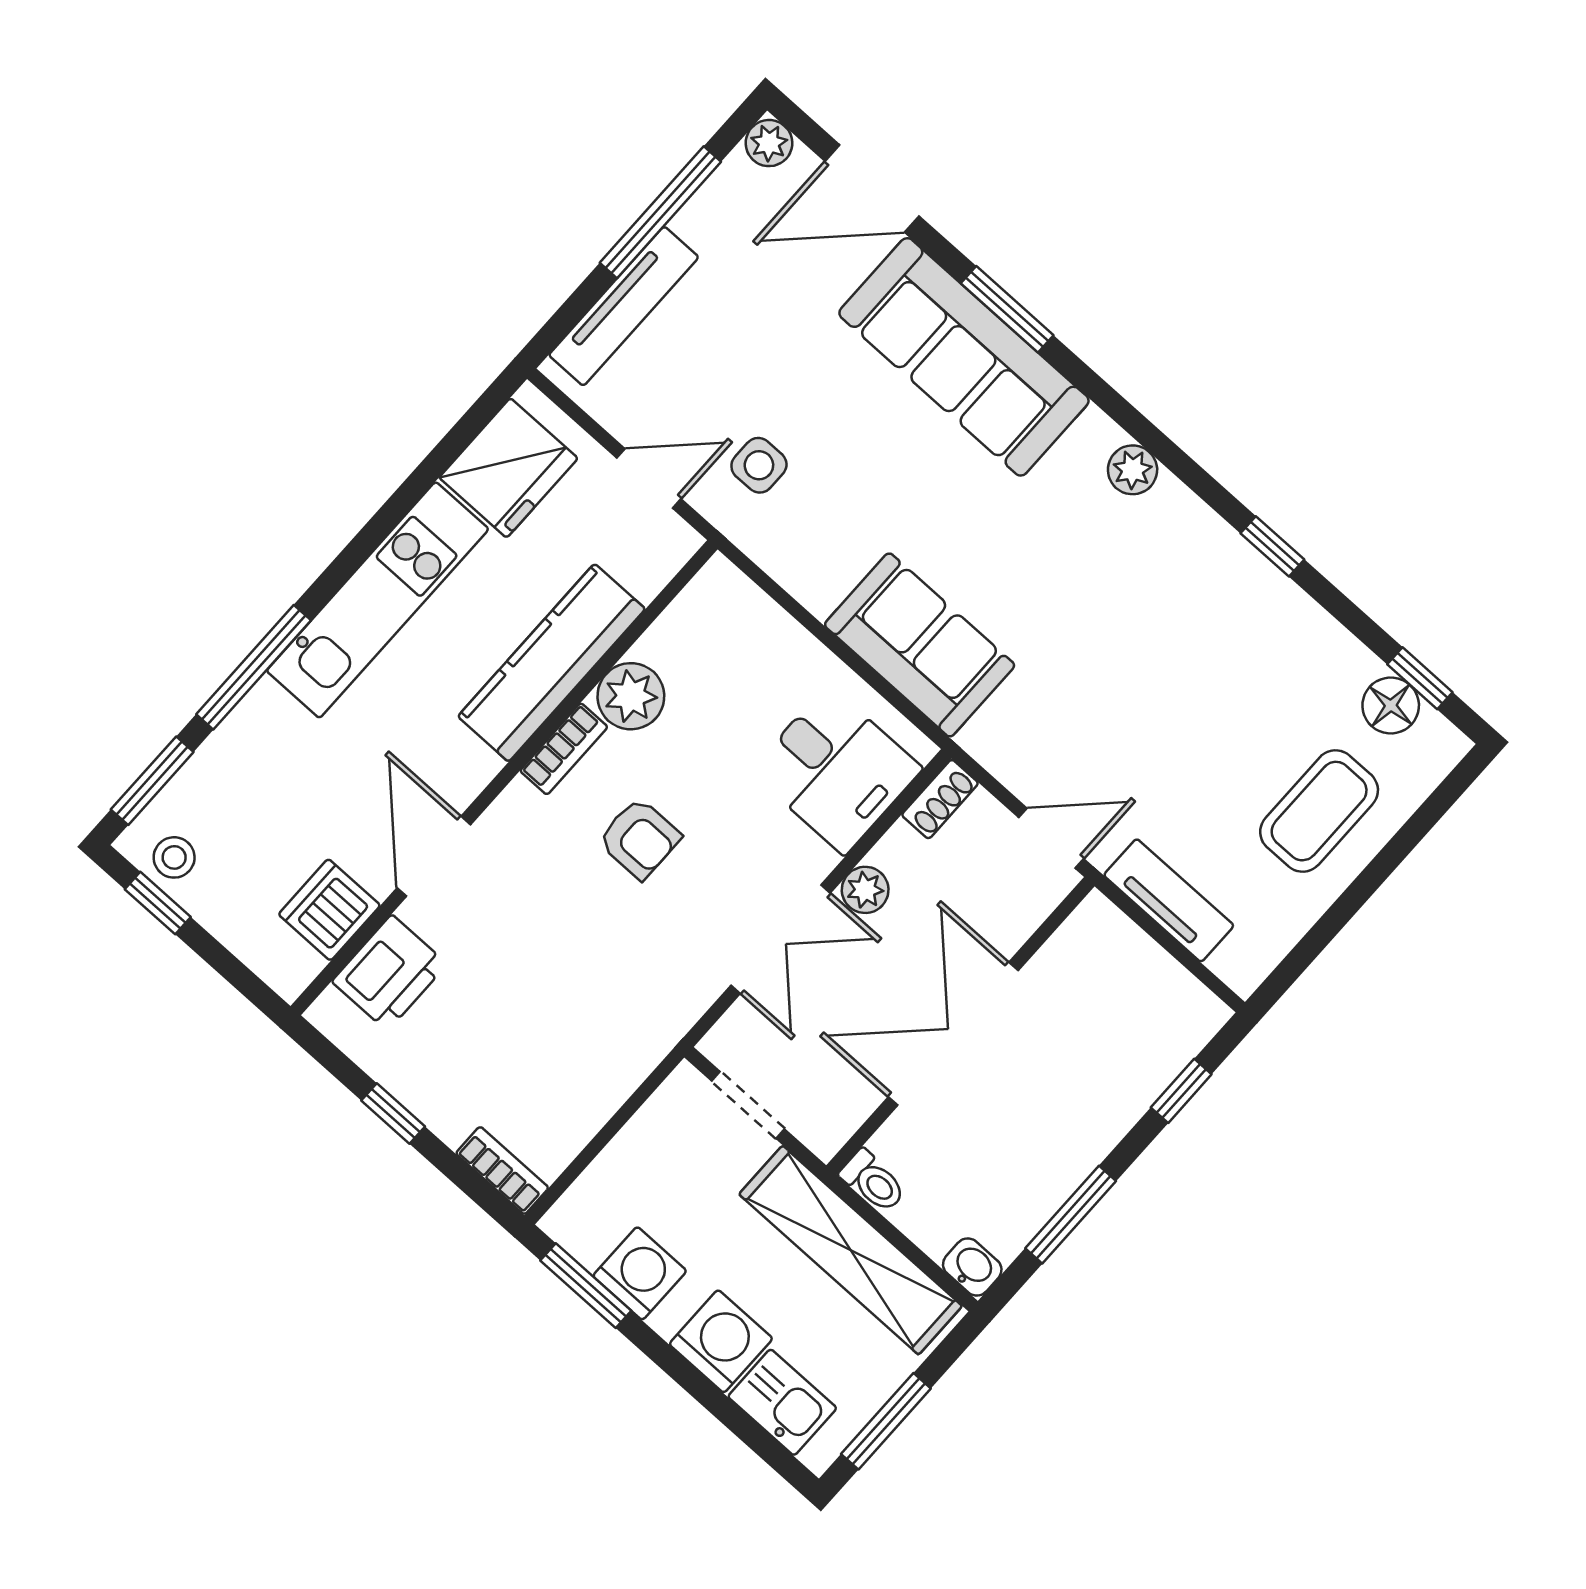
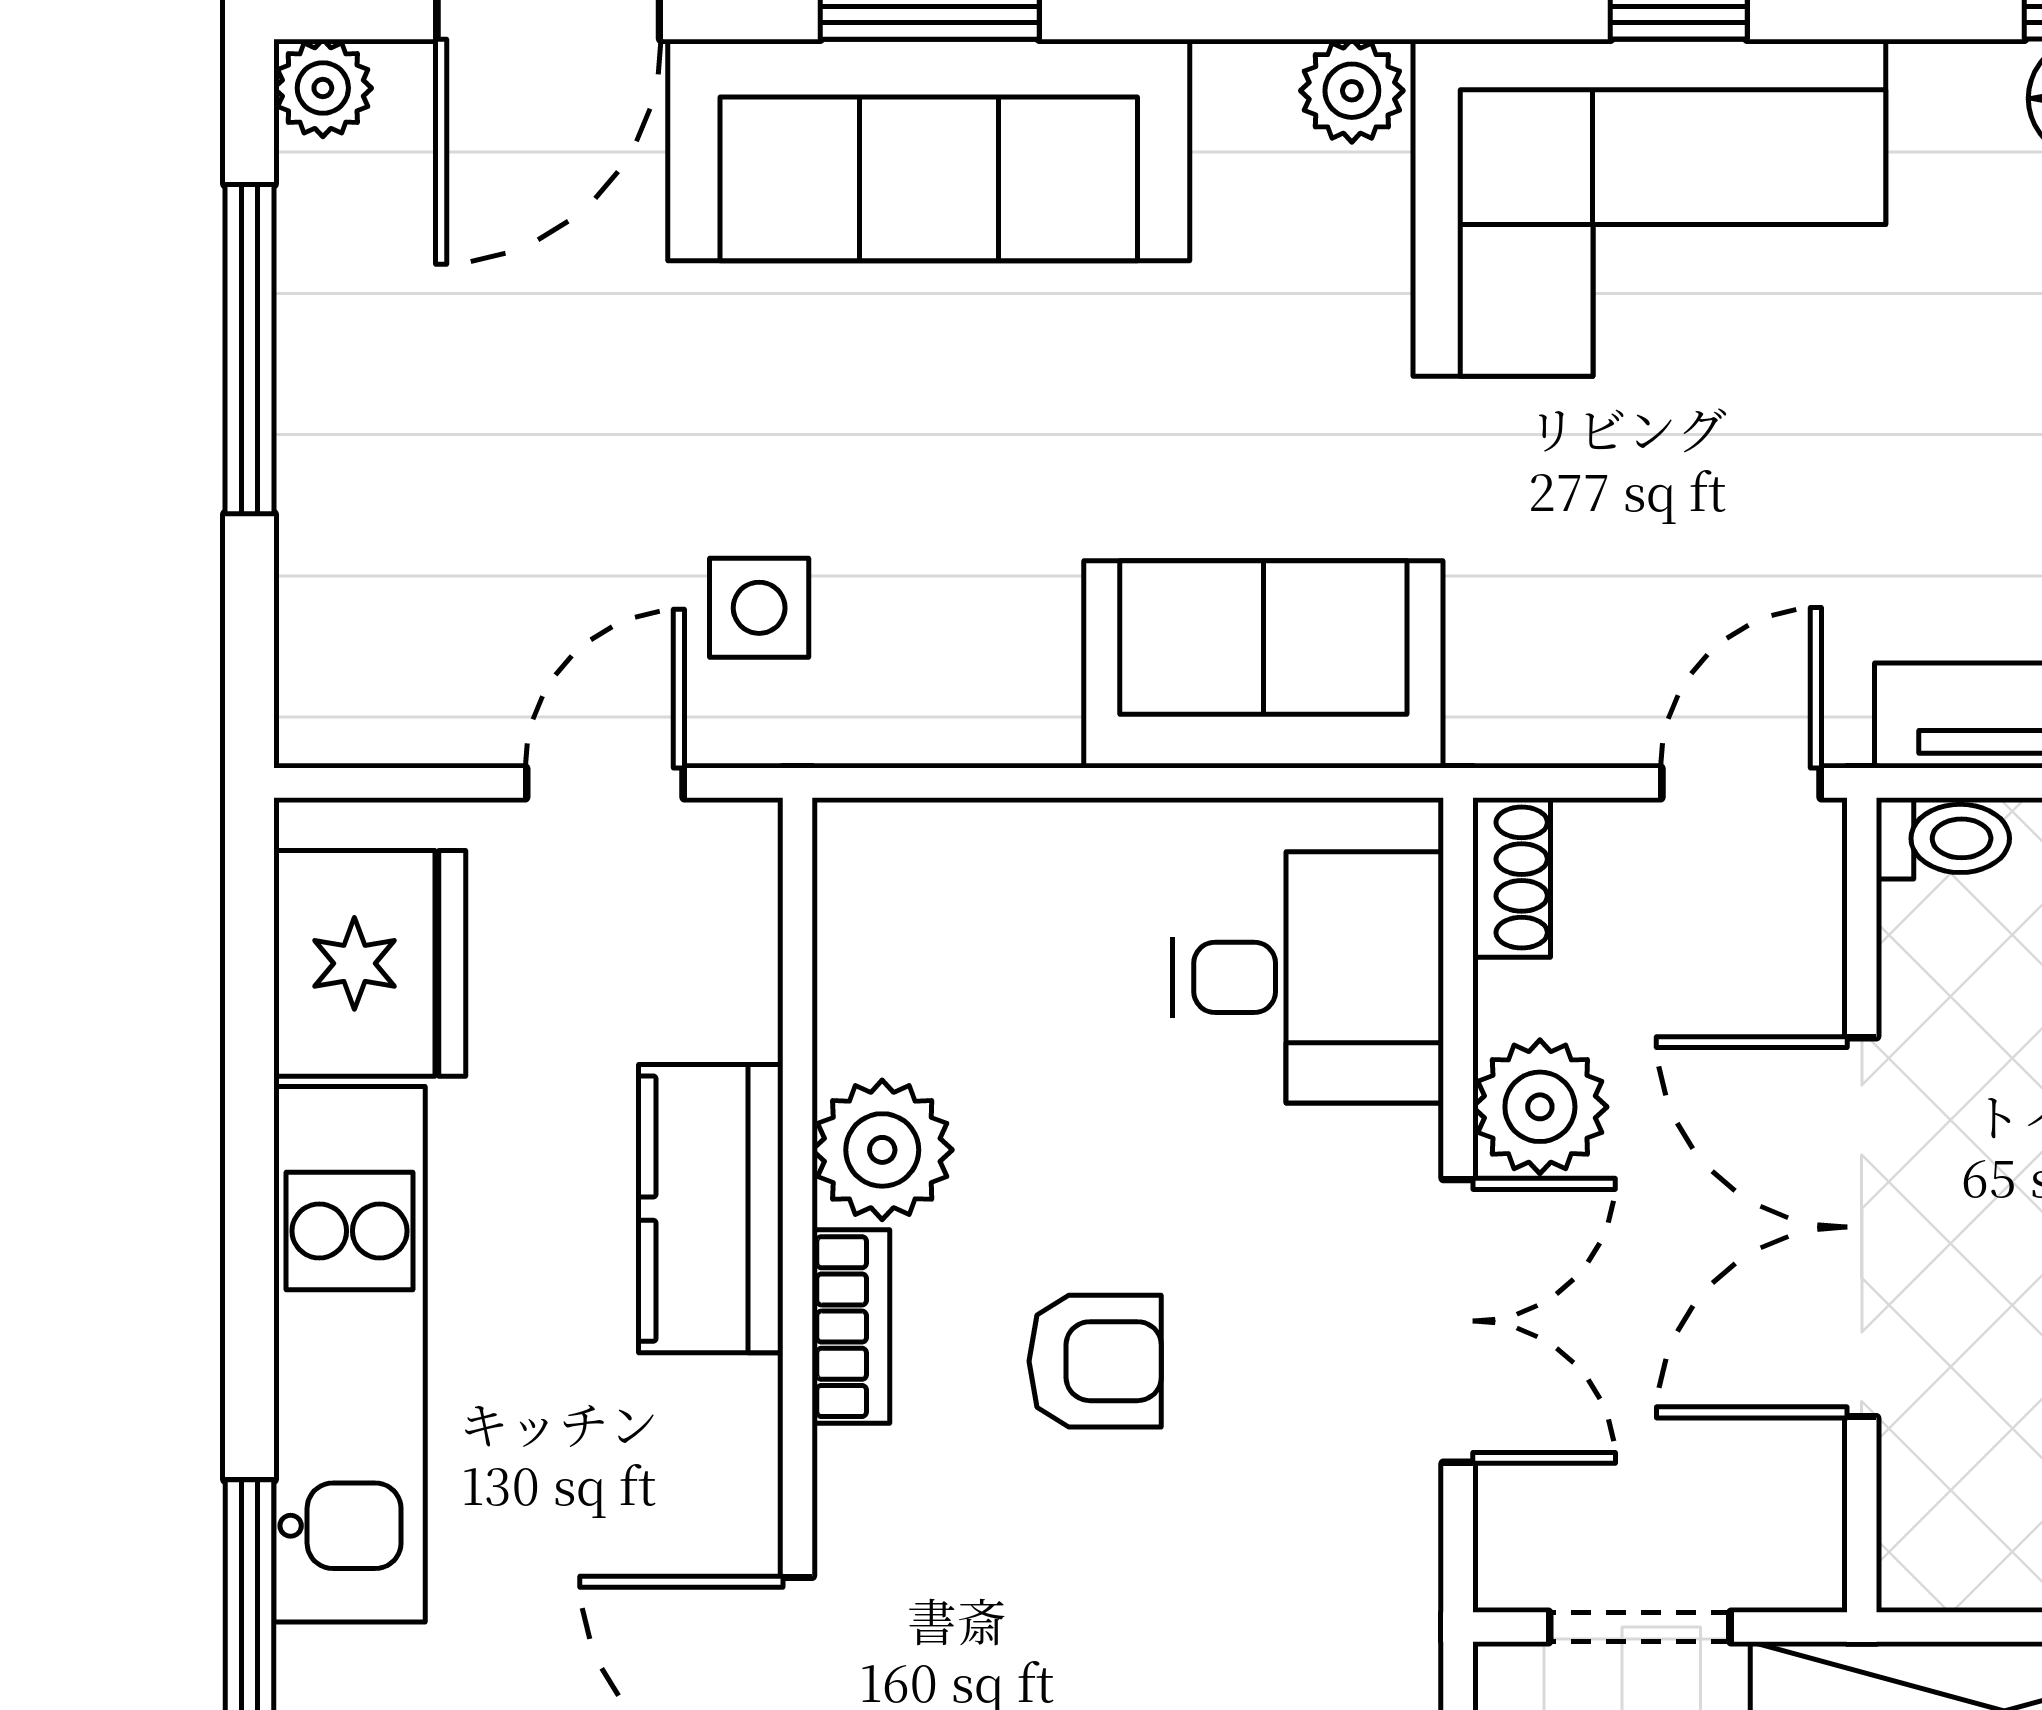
tv unit: (624, 306) -> (324, 548), removed
corner sofa: (1201, 606) -> (1649, 208), added
kitchen counter: (552, 663) -> (711, 1209), width x0.67
plant: (865, 890) -> (1540, 1107), width x1.38, depth x1.38
toilet: (873, 1181) -> (1943, 838), moved

